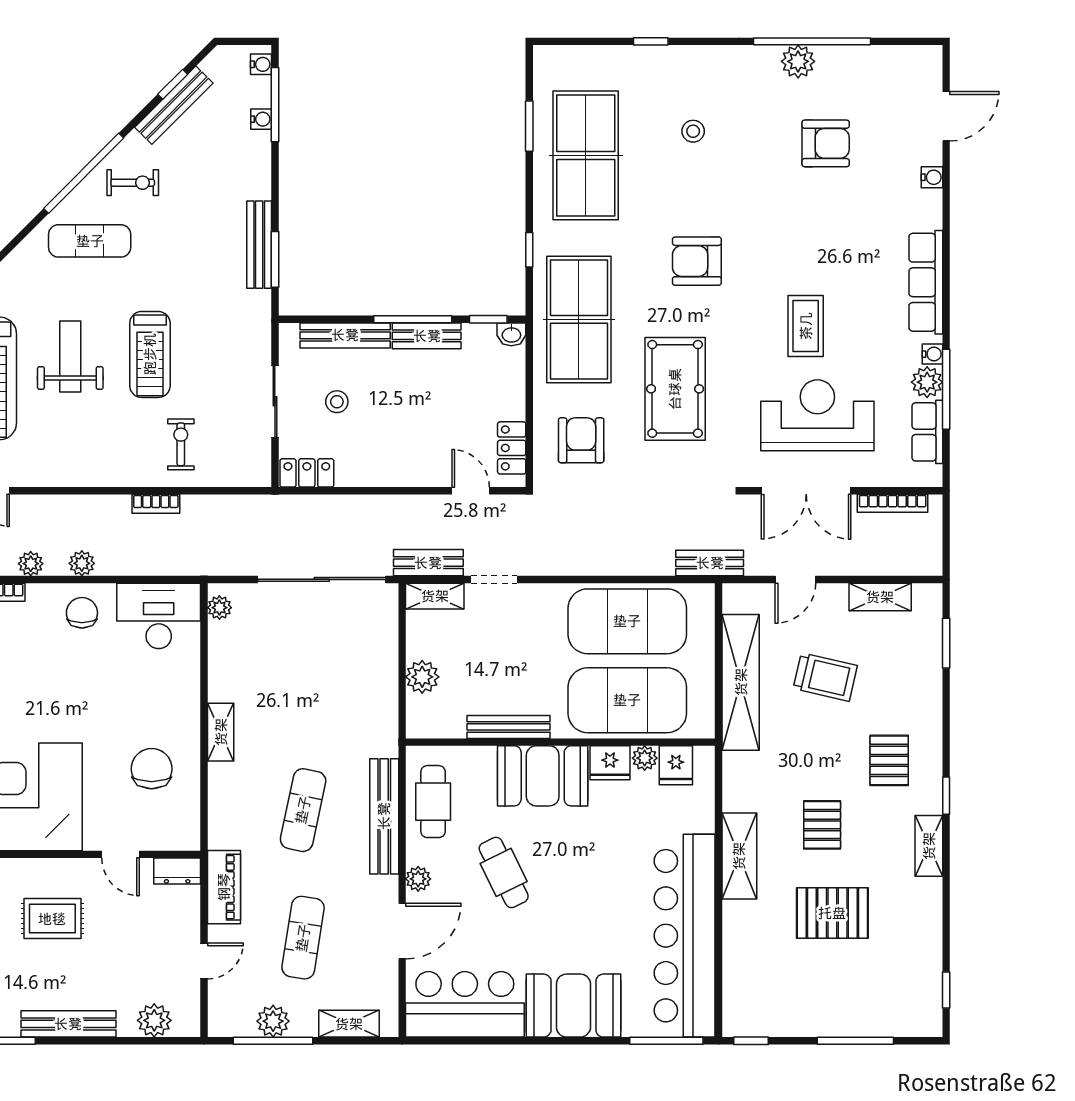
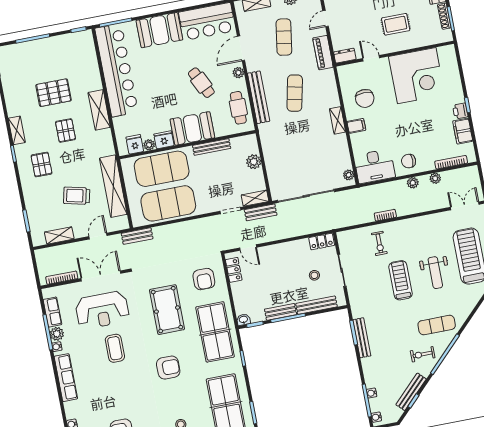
chair: (82, 613) -> (409, 161), turned 90
filing cabinet: (182, 712) -> (356, 126), added

